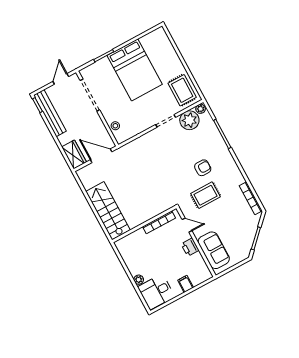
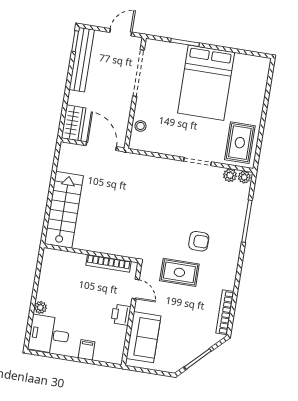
plant: (189, 120) -> (230, 175), width x0.53, depth x0.53

